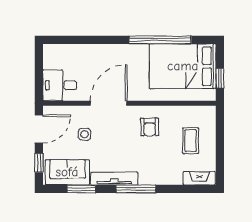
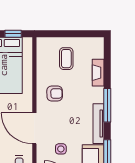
coffee table: (191, 141) -> (66, 59), turned 90
fireplace: (199, 178) -> (98, 73), moved

